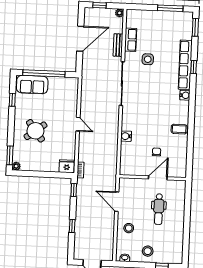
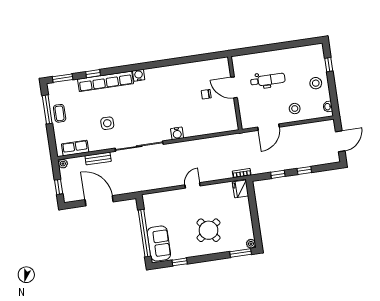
row of seats: (131, 40) -> (75, 148), moved
window: (194, 67) -> (93, 74), moved
coffee table: (179, 129) -> (60, 113), moved
water cooler: (126, 136) -> (177, 133), moved
window: (74, 190) -> (278, 174), moved

